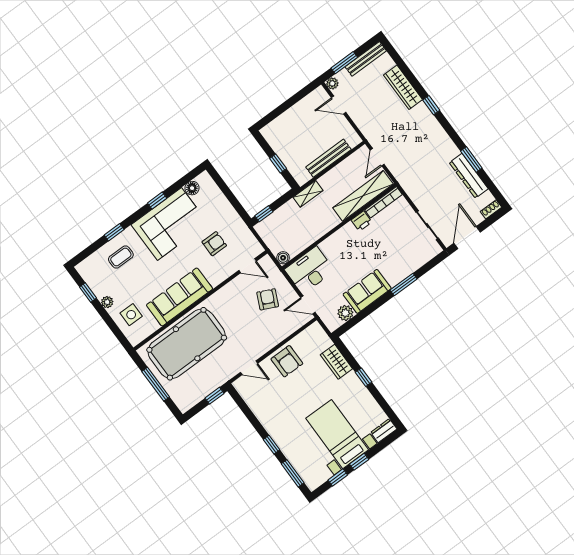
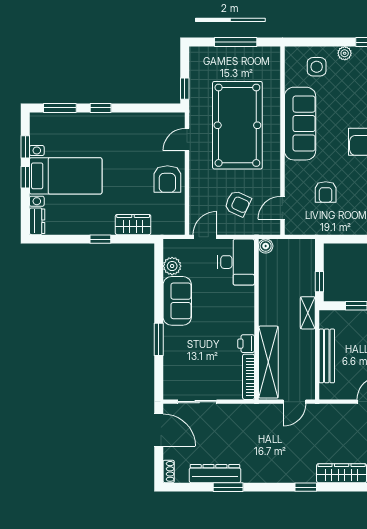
door: (377, 157) -> (294, 402), swing flipped
window: (264, 214) -> (319, 282), moved
pool table: (187, 344) -> (237, 125), moved
armchair: (287, 361) -> (167, 179), turned -90

